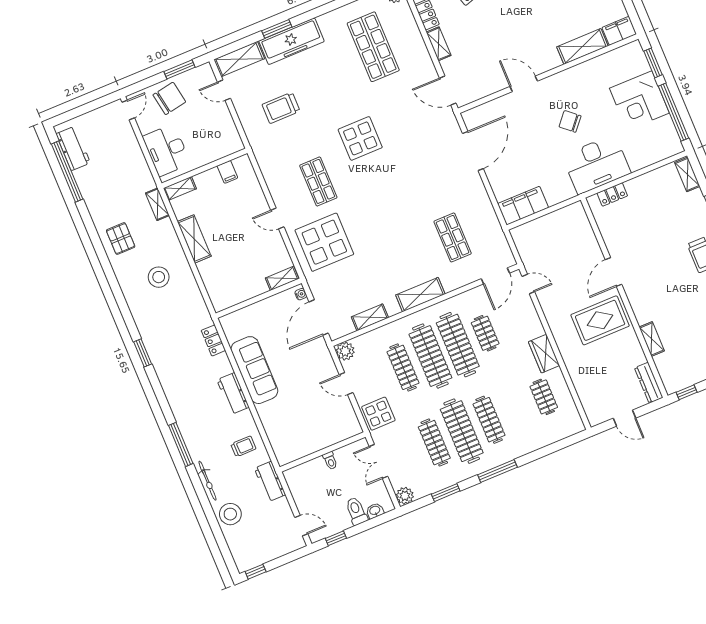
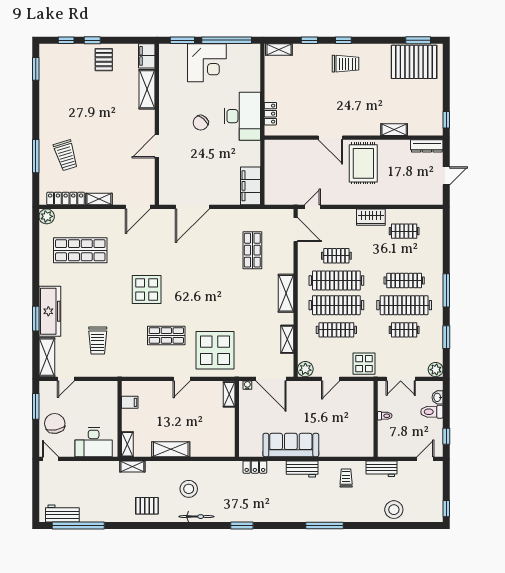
door: (473, 151) -> (192, 207), swing flipped
shop shelf: (453, 237) -> (252, 250), turned 90
clothes rail: (434, 443) -> (404, 330), width x0.73
bicycle: (207, 481) -> (196, 517), moved

